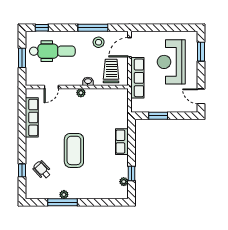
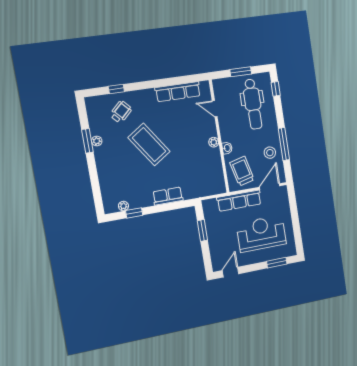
door: (129, 47) -> (270, 186), hinge flipped
trolley: (111, 71) -> (242, 171), turned -104
coffee table: (74, 150) -> (149, 145), turned 56
window: (62, 202) -> (87, 141), width x0.69

